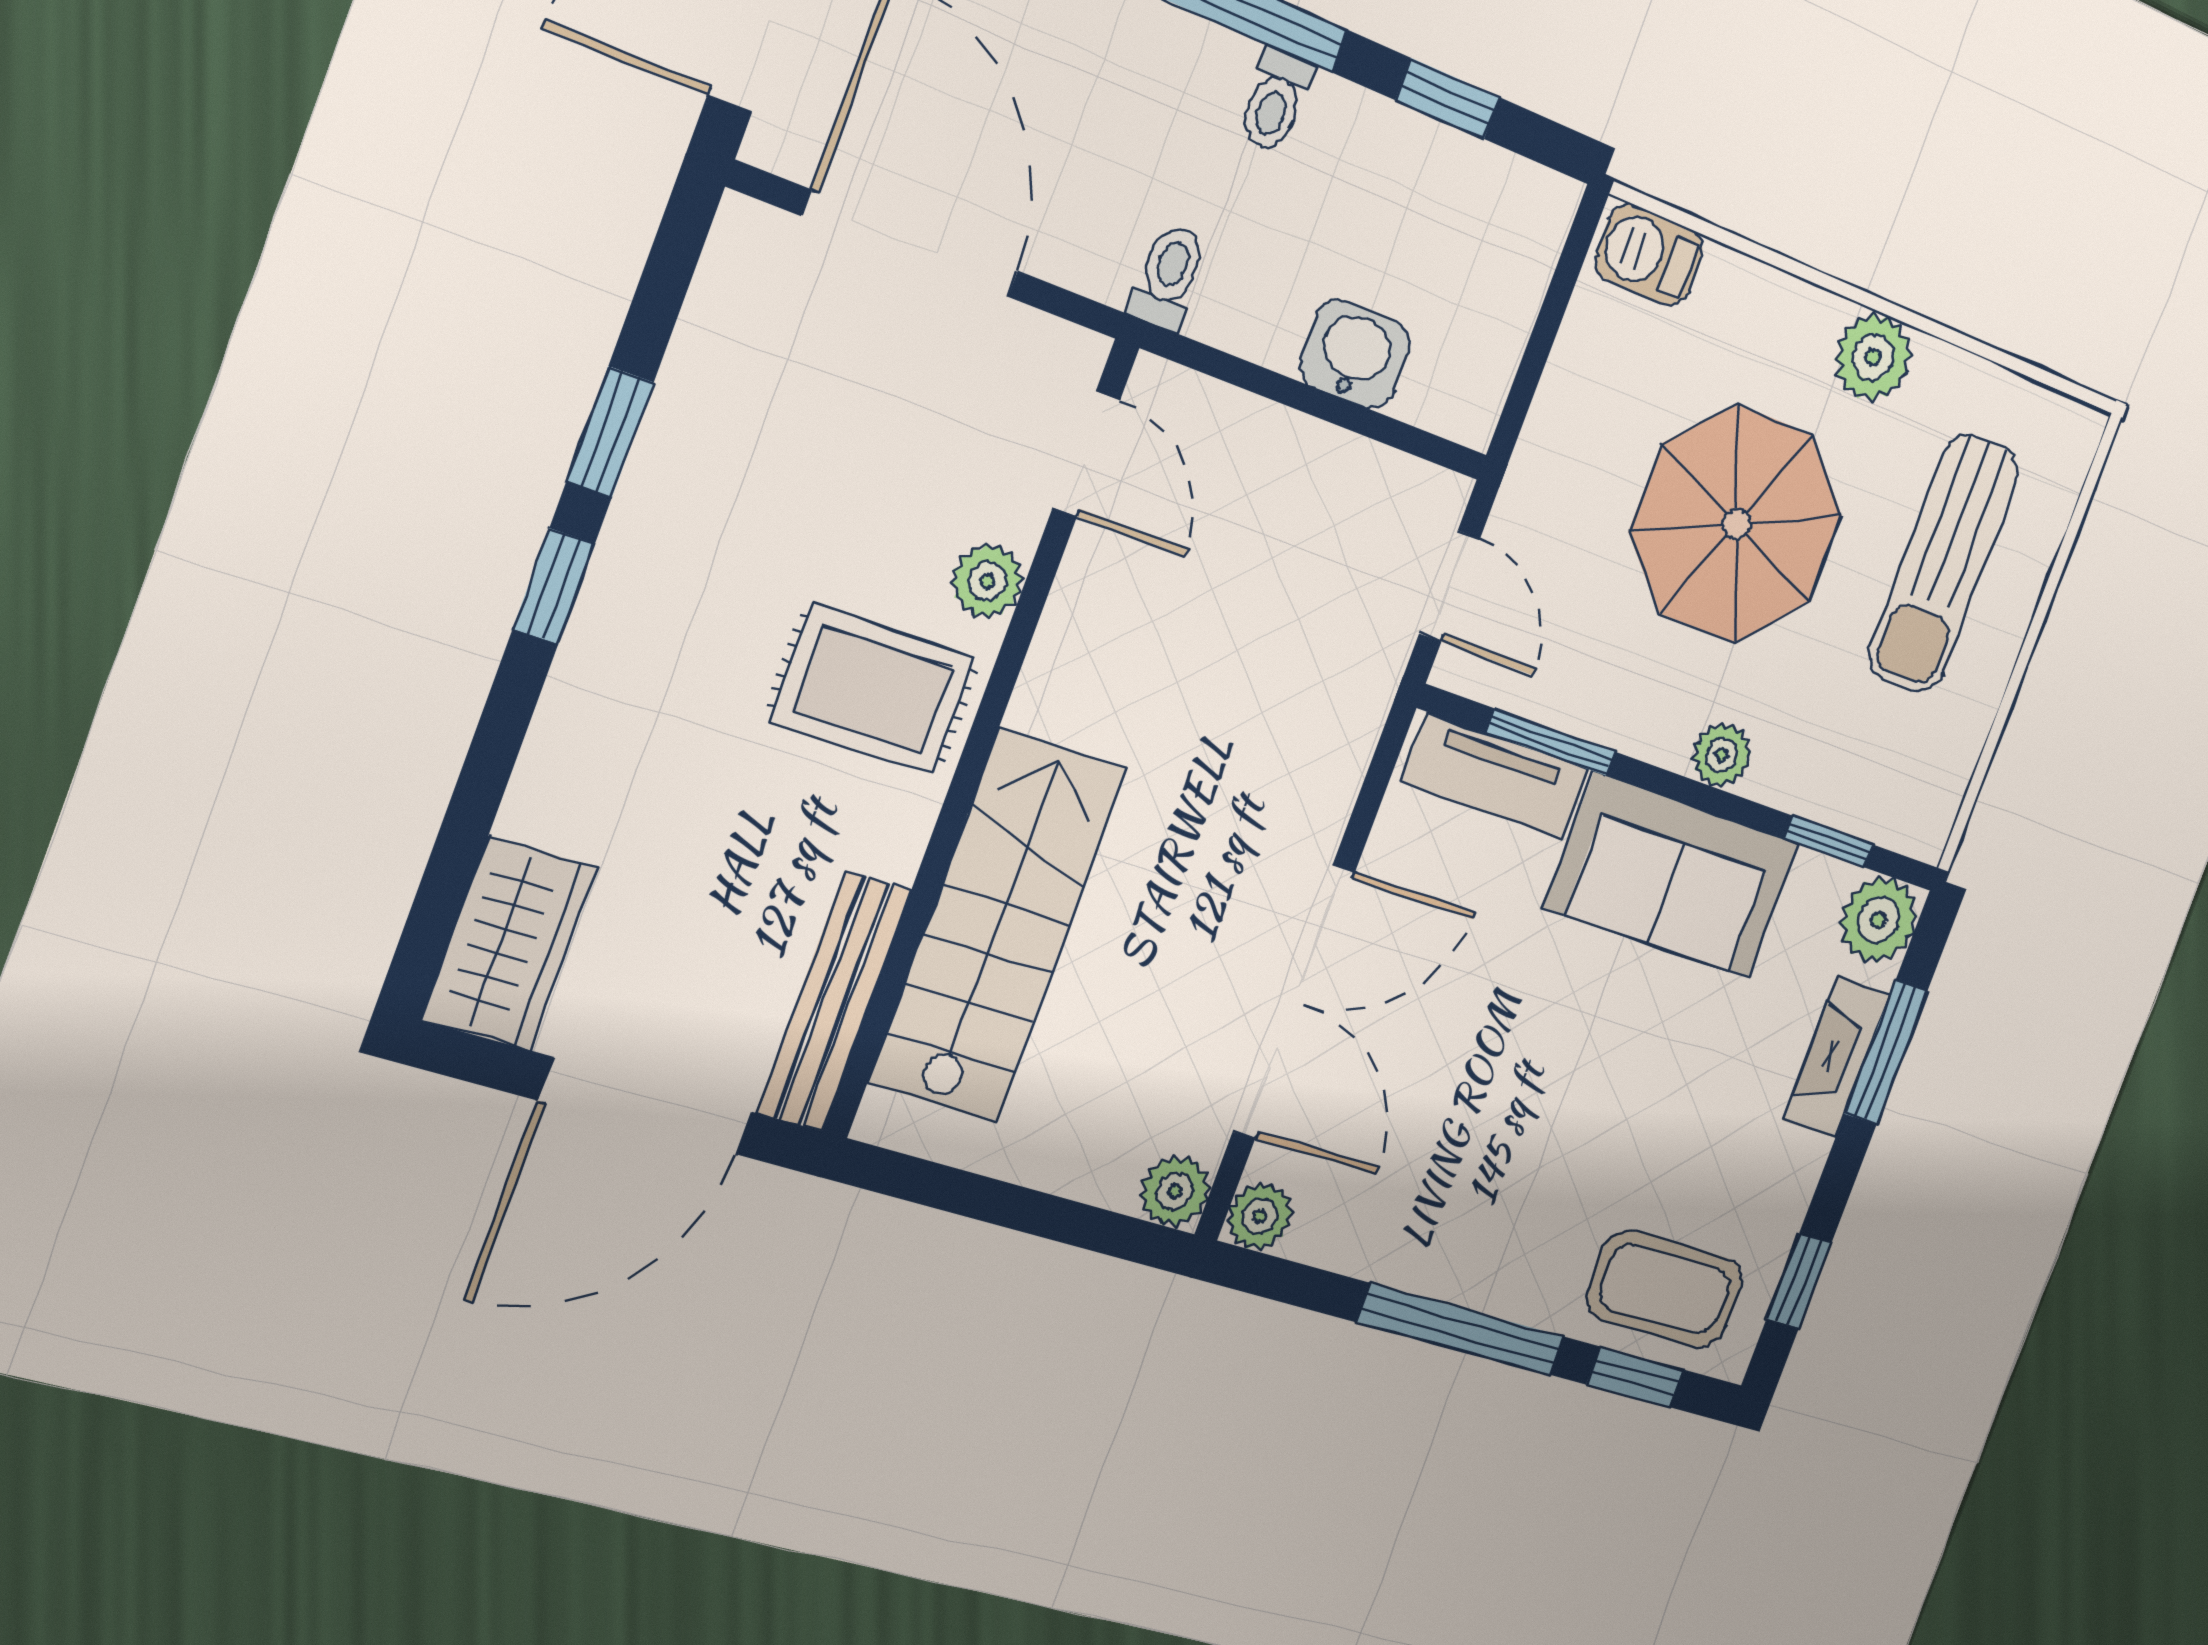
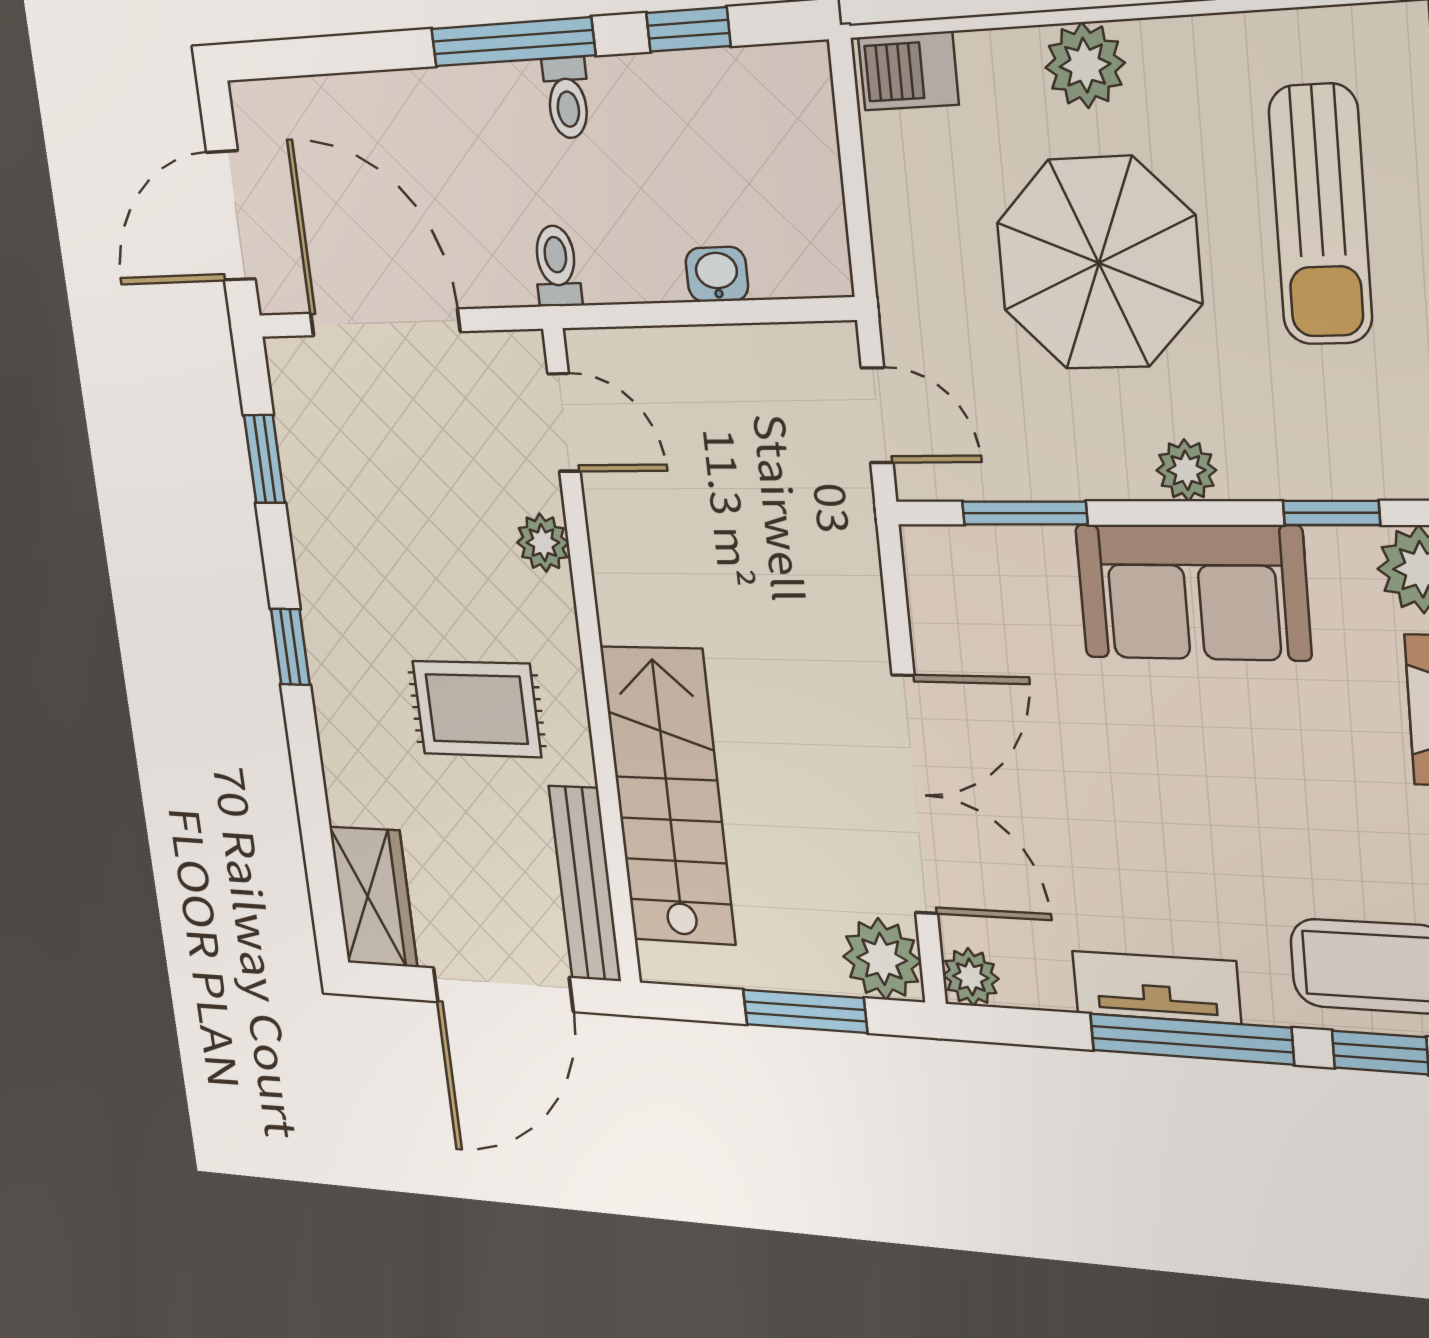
washbasin: (1355, 354) -> (717, 274), width x0.72, depth x0.69
plant: (1873, 357) -> (1085, 65), moved
window: (610, 432) -> (264, 459), moved
rug: (873, 689) -> (477, 709), moved
tv unit: (1495, 775) -> (1156, 987), moved, turned 180
plant: (1175, 1191) -> (882, 959), width x1.38, depth x1.38
window: (1045, 1216) -> (805, 1011), added

